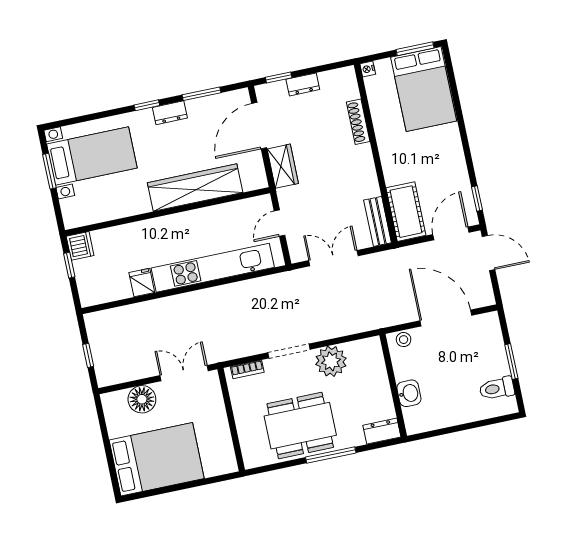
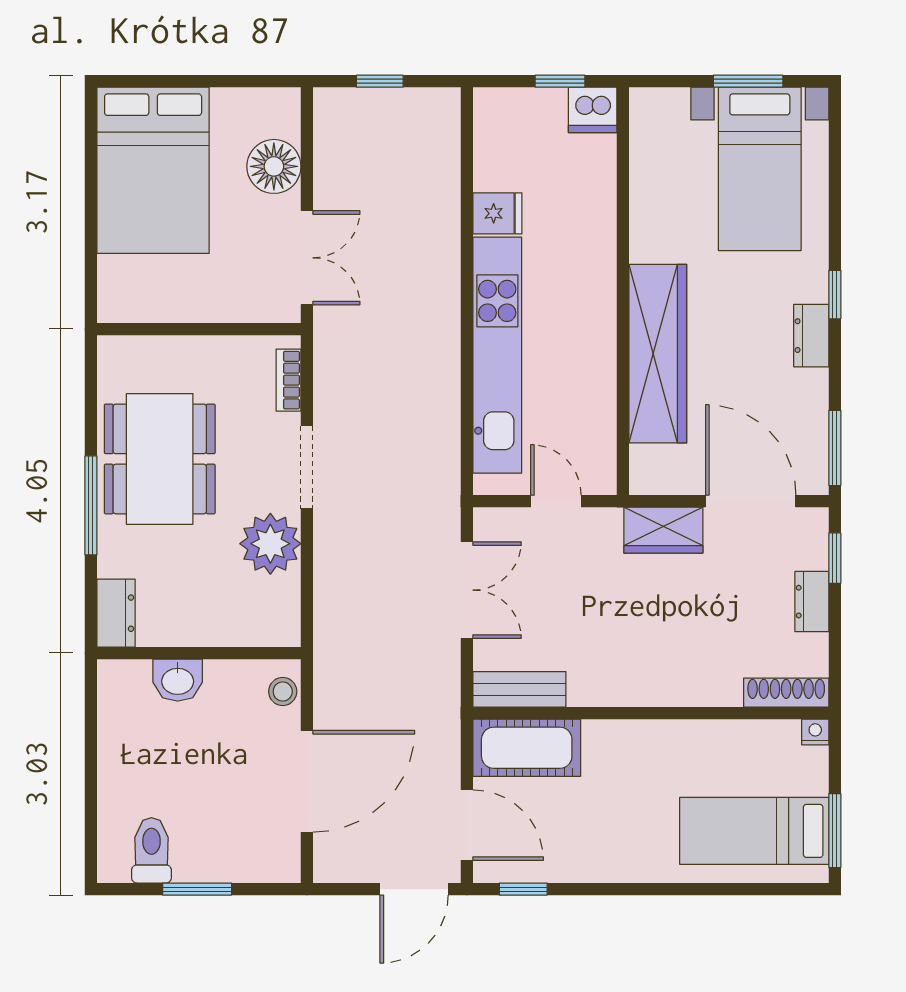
bed: (424, 89) -> (754, 831), width x0.67
window: (202, 94) -> (835, 448), moved
shoe rack: (358, 122) -> (786, 693), moved

